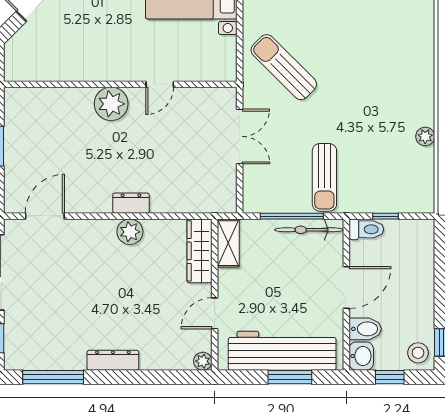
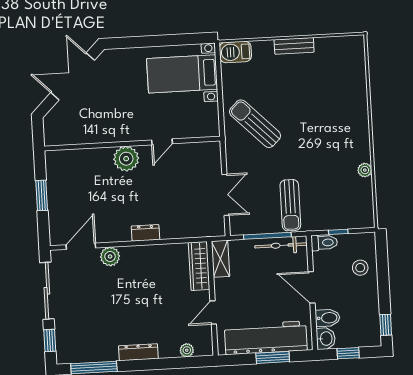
double door: (240, 136) -> (226, 195), moved
plant: (130, 232) -> (110, 256), moved
door: (346, 287) -> (312, 287), swing flipped
stool: (418, 353) -> (360, 268), moved
plant: (203, 361) -> (187, 350), moved

